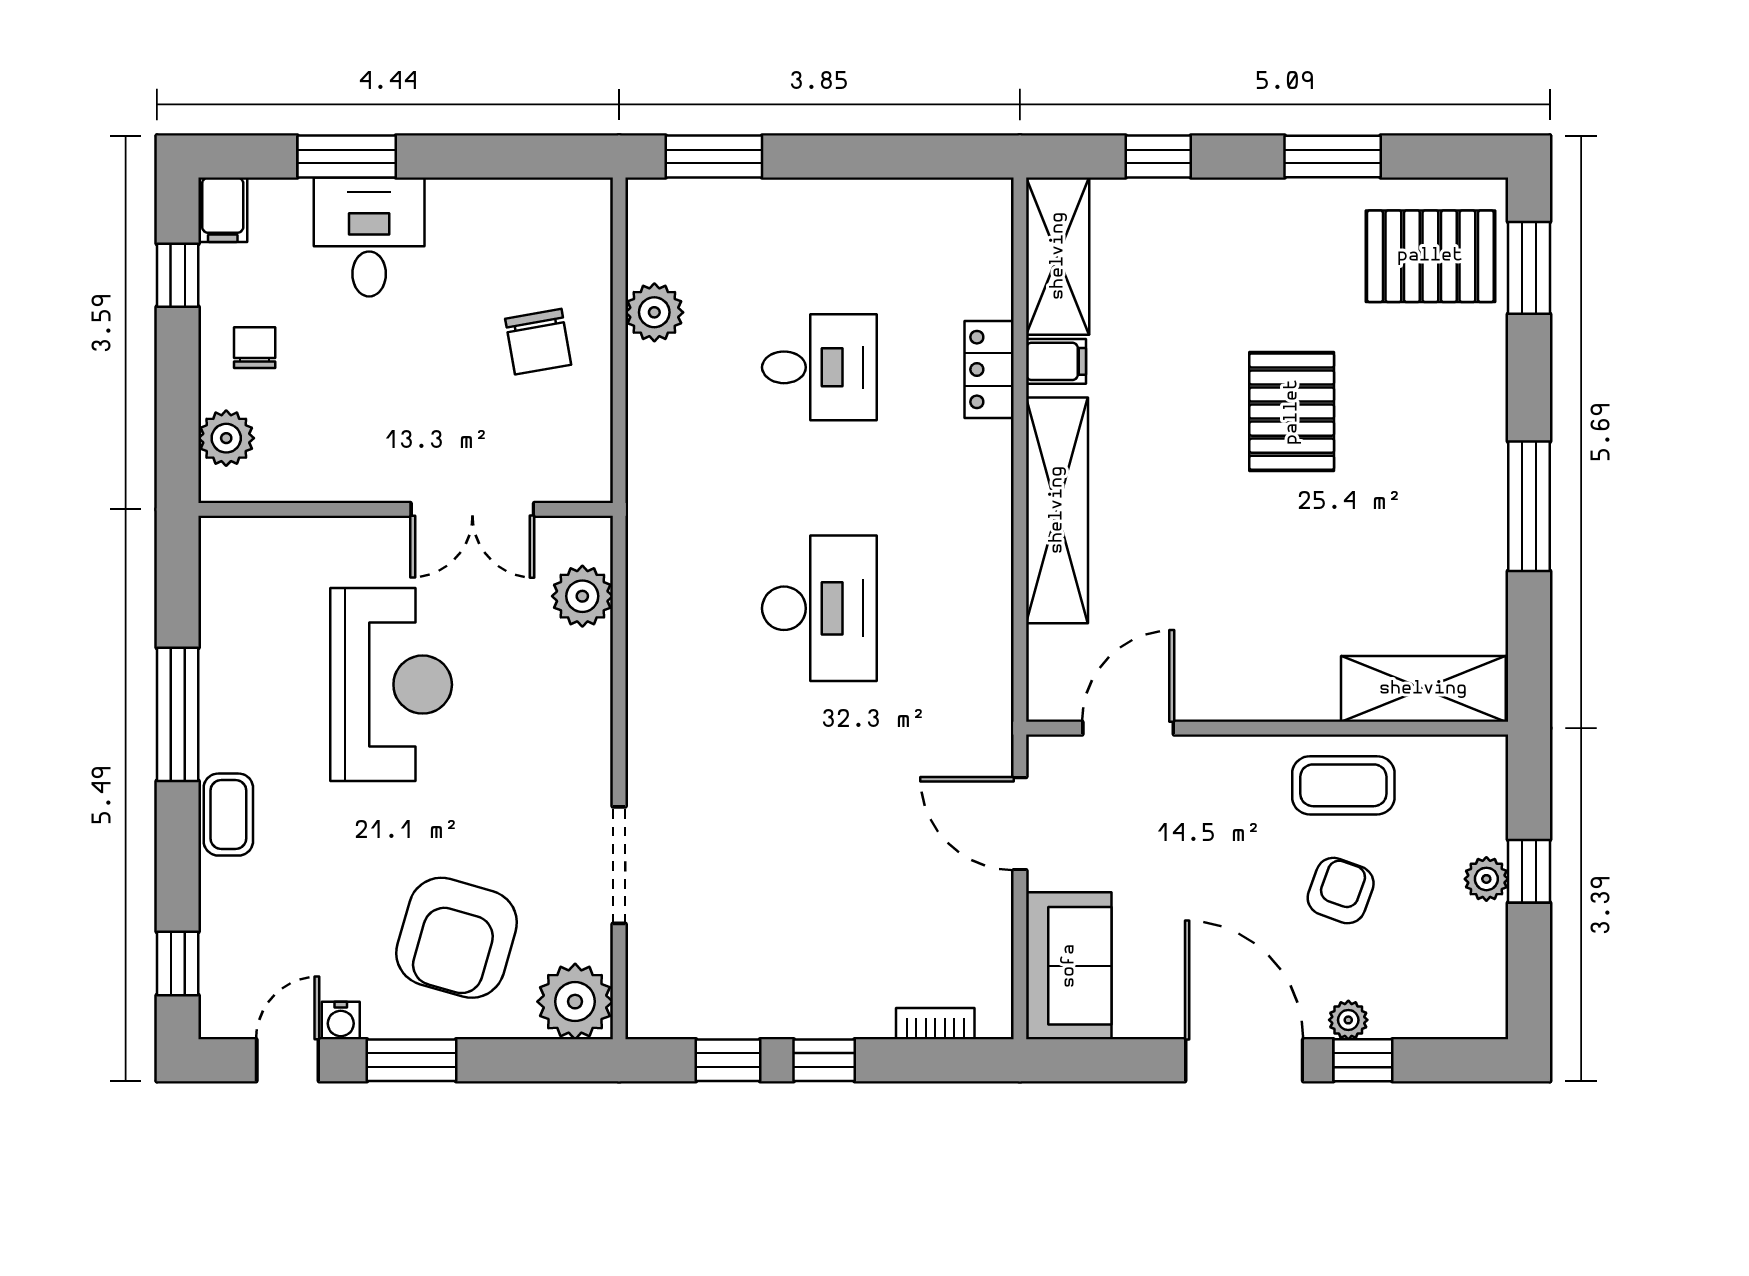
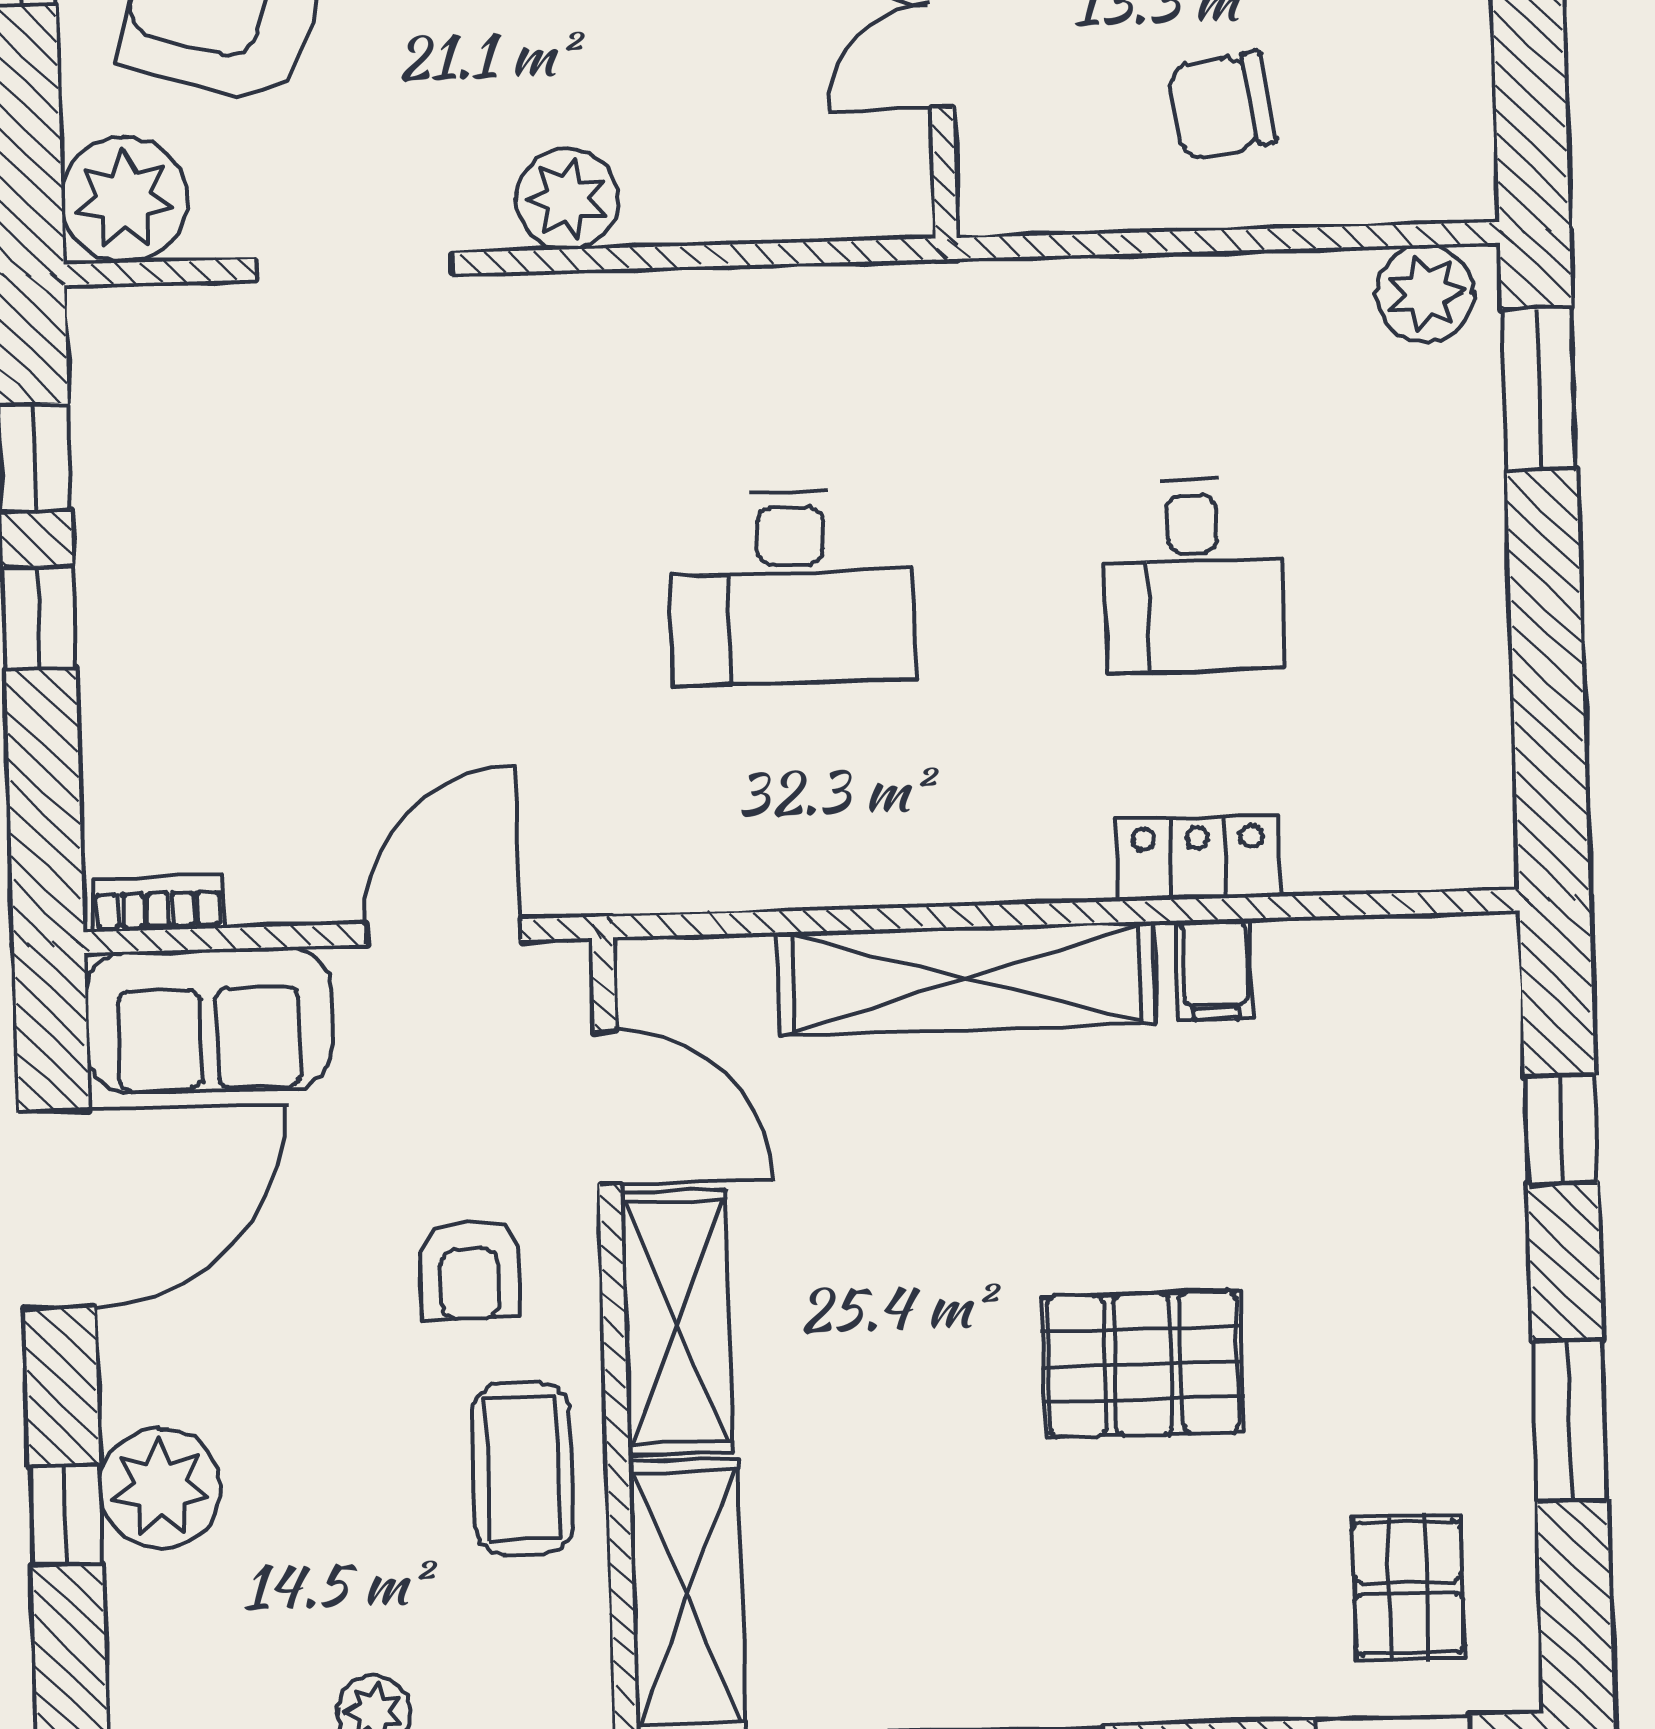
shelving: (1058, 256) -> (677, 1322), moved, turned 90
pallet: (1430, 256) -> (1408, 1588), width x0.67, depth x0.71
plant: (654, 312) -> (1425, 293), moved
plant: (582, 596) -> (567, 199), moved
armchair: (1341, 891) -> (470, 1270), moved, turned 70
plant: (1348, 1020) -> (160, 1488), width x1.88, depth x1.88
bookcase: (935, 1024) -> (158, 904), moved, turned -90
door: (1244, 1060) -> (57, 1209), moved

